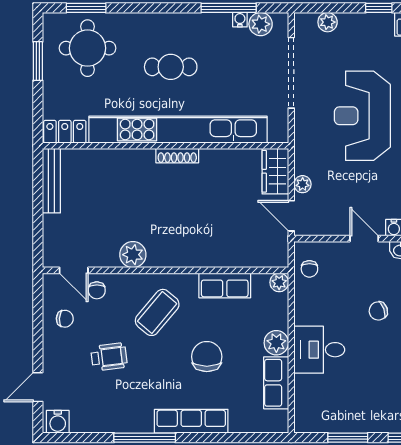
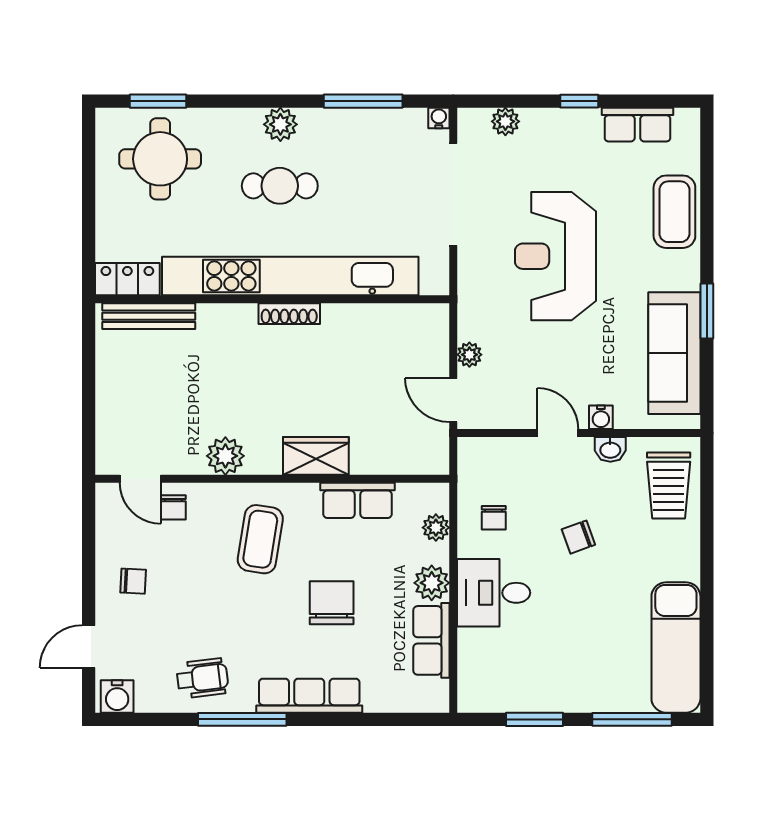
water cooler: (240, 20) -> (439, 118), moved
plant: (261, 24) -> (280, 124), moved
window: (38, 61) -> (89, 177), removed
wardrobe: (275, 171) -> (316, 456), moved, turned 90
bench: (51, 181) -> (149, 316), moved, turned 90
chair: (309, 269) -> (494, 518), moved
plant: (279, 282) -> (436, 528), moved
coffee table: (157, 312) -> (260, 539), turned -31
chair: (65, 319) -> (133, 581), moved
wheelchair: (109, 357) -> (202, 678), moved

